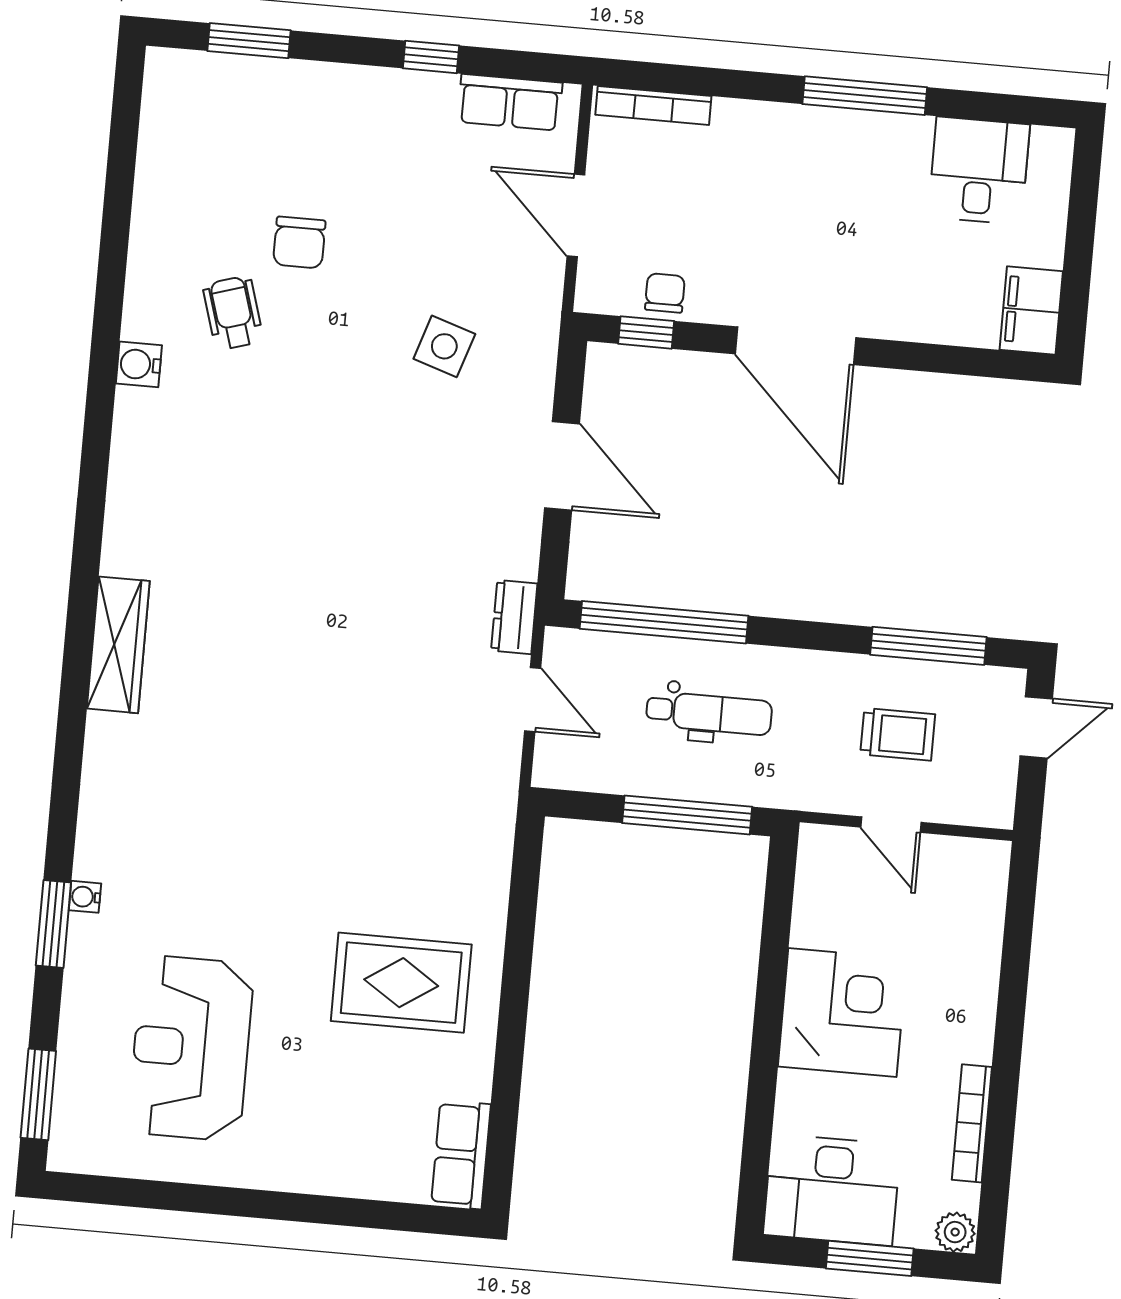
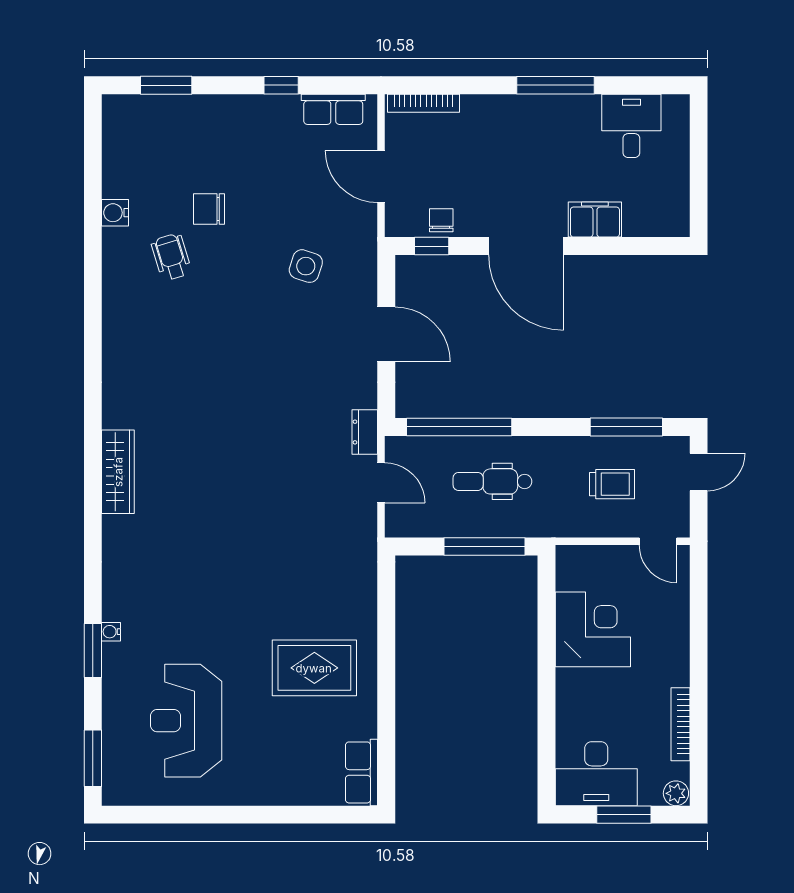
chair: (299, 243) -> (209, 209), turned 90
filing cabinet: (1031, 310) -> (595, 220), moved, turned 90
water cooler: (139, 364) -> (115, 213), moved
dental chair: (709, 713) -> (492, 481), turned 180
door: (891, 825) -> (658, 541), moved
corner desk: (842, 1013) -> (593, 629), moved

